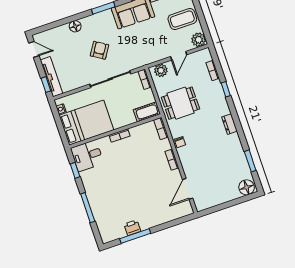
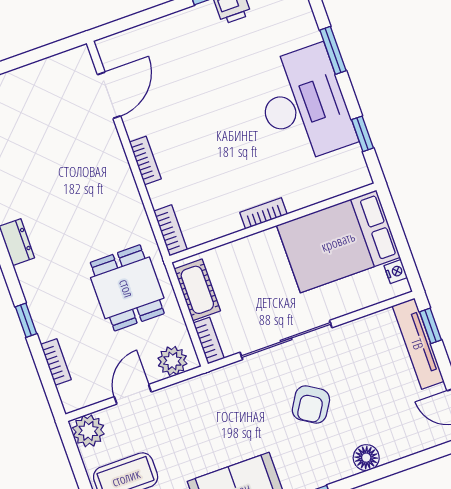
dining table: (181, 103) -> (127, 288), turned 90
cot: (147, 112) -> (197, 290), moved, turned 90
chair: (180, 142) -> (128, 200), removed
desk: (87, 156) -> (304, 105), moved, width x1.87, depth x1.30
window: (88, 208) -> (333, 50), width x0.69

